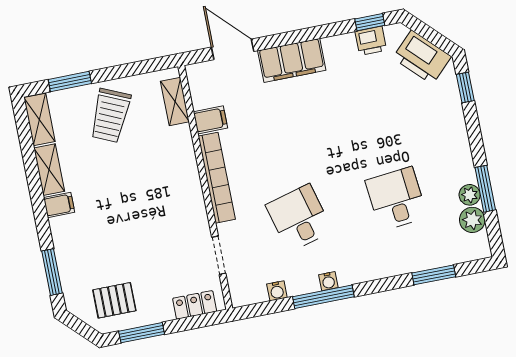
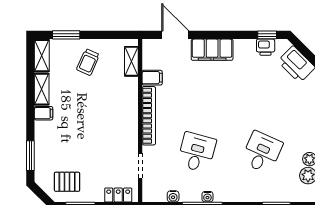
trolley: (110, 116) -> (88, 62), width x0.73, depth x0.72
desk: (396, 199) -> (262, 152), turned 30
desk: (299, 218) -> (197, 152), turned 30

